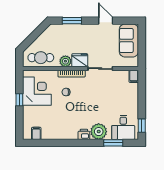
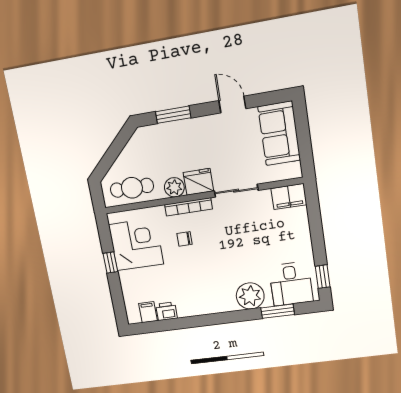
filing cabinet: (134, 76) -> (289, 197), width x2.00
printer: (84, 134) -> (167, 311), moved

